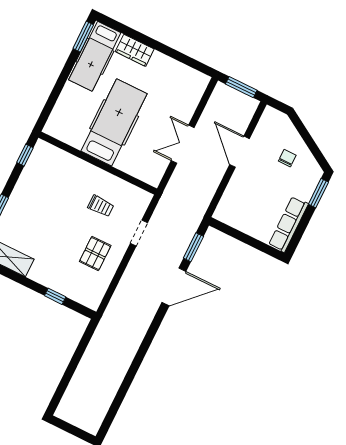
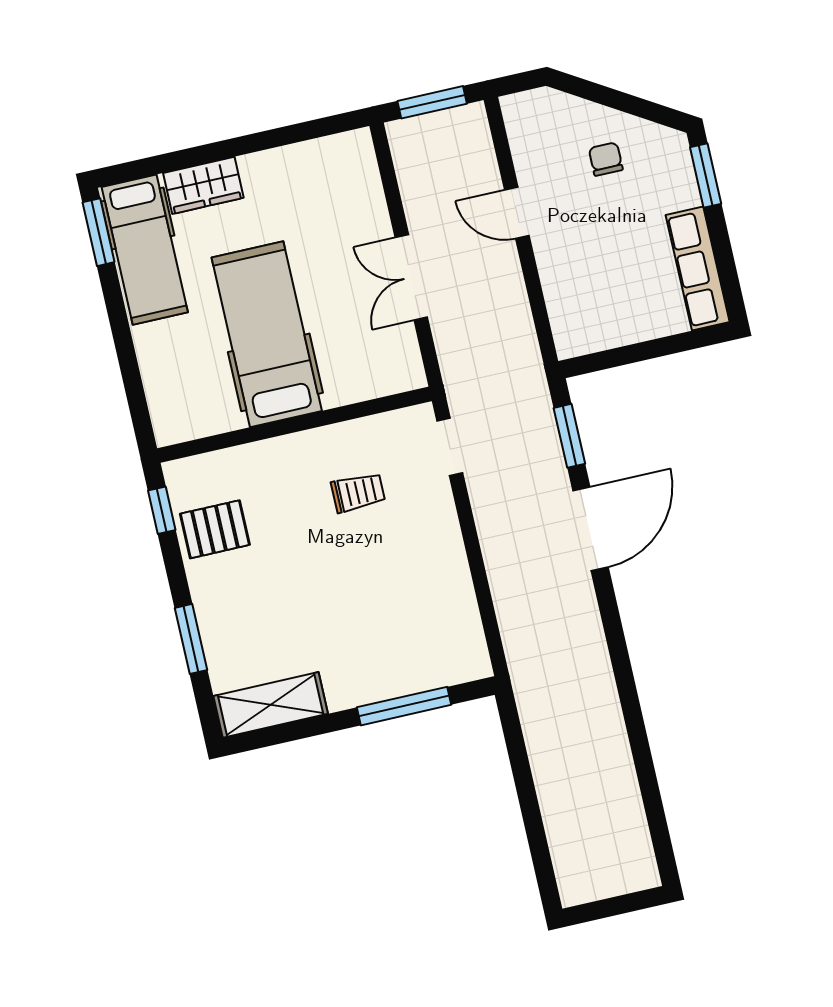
door: (240, 152) -> (517, 213), width x0.73
doorway: (139, 233) -> (450, 447), moved
pallet: (95, 254) -> (215, 529), moved, turned 90
window: (55, 296) -> (404, 706), width x2.17

